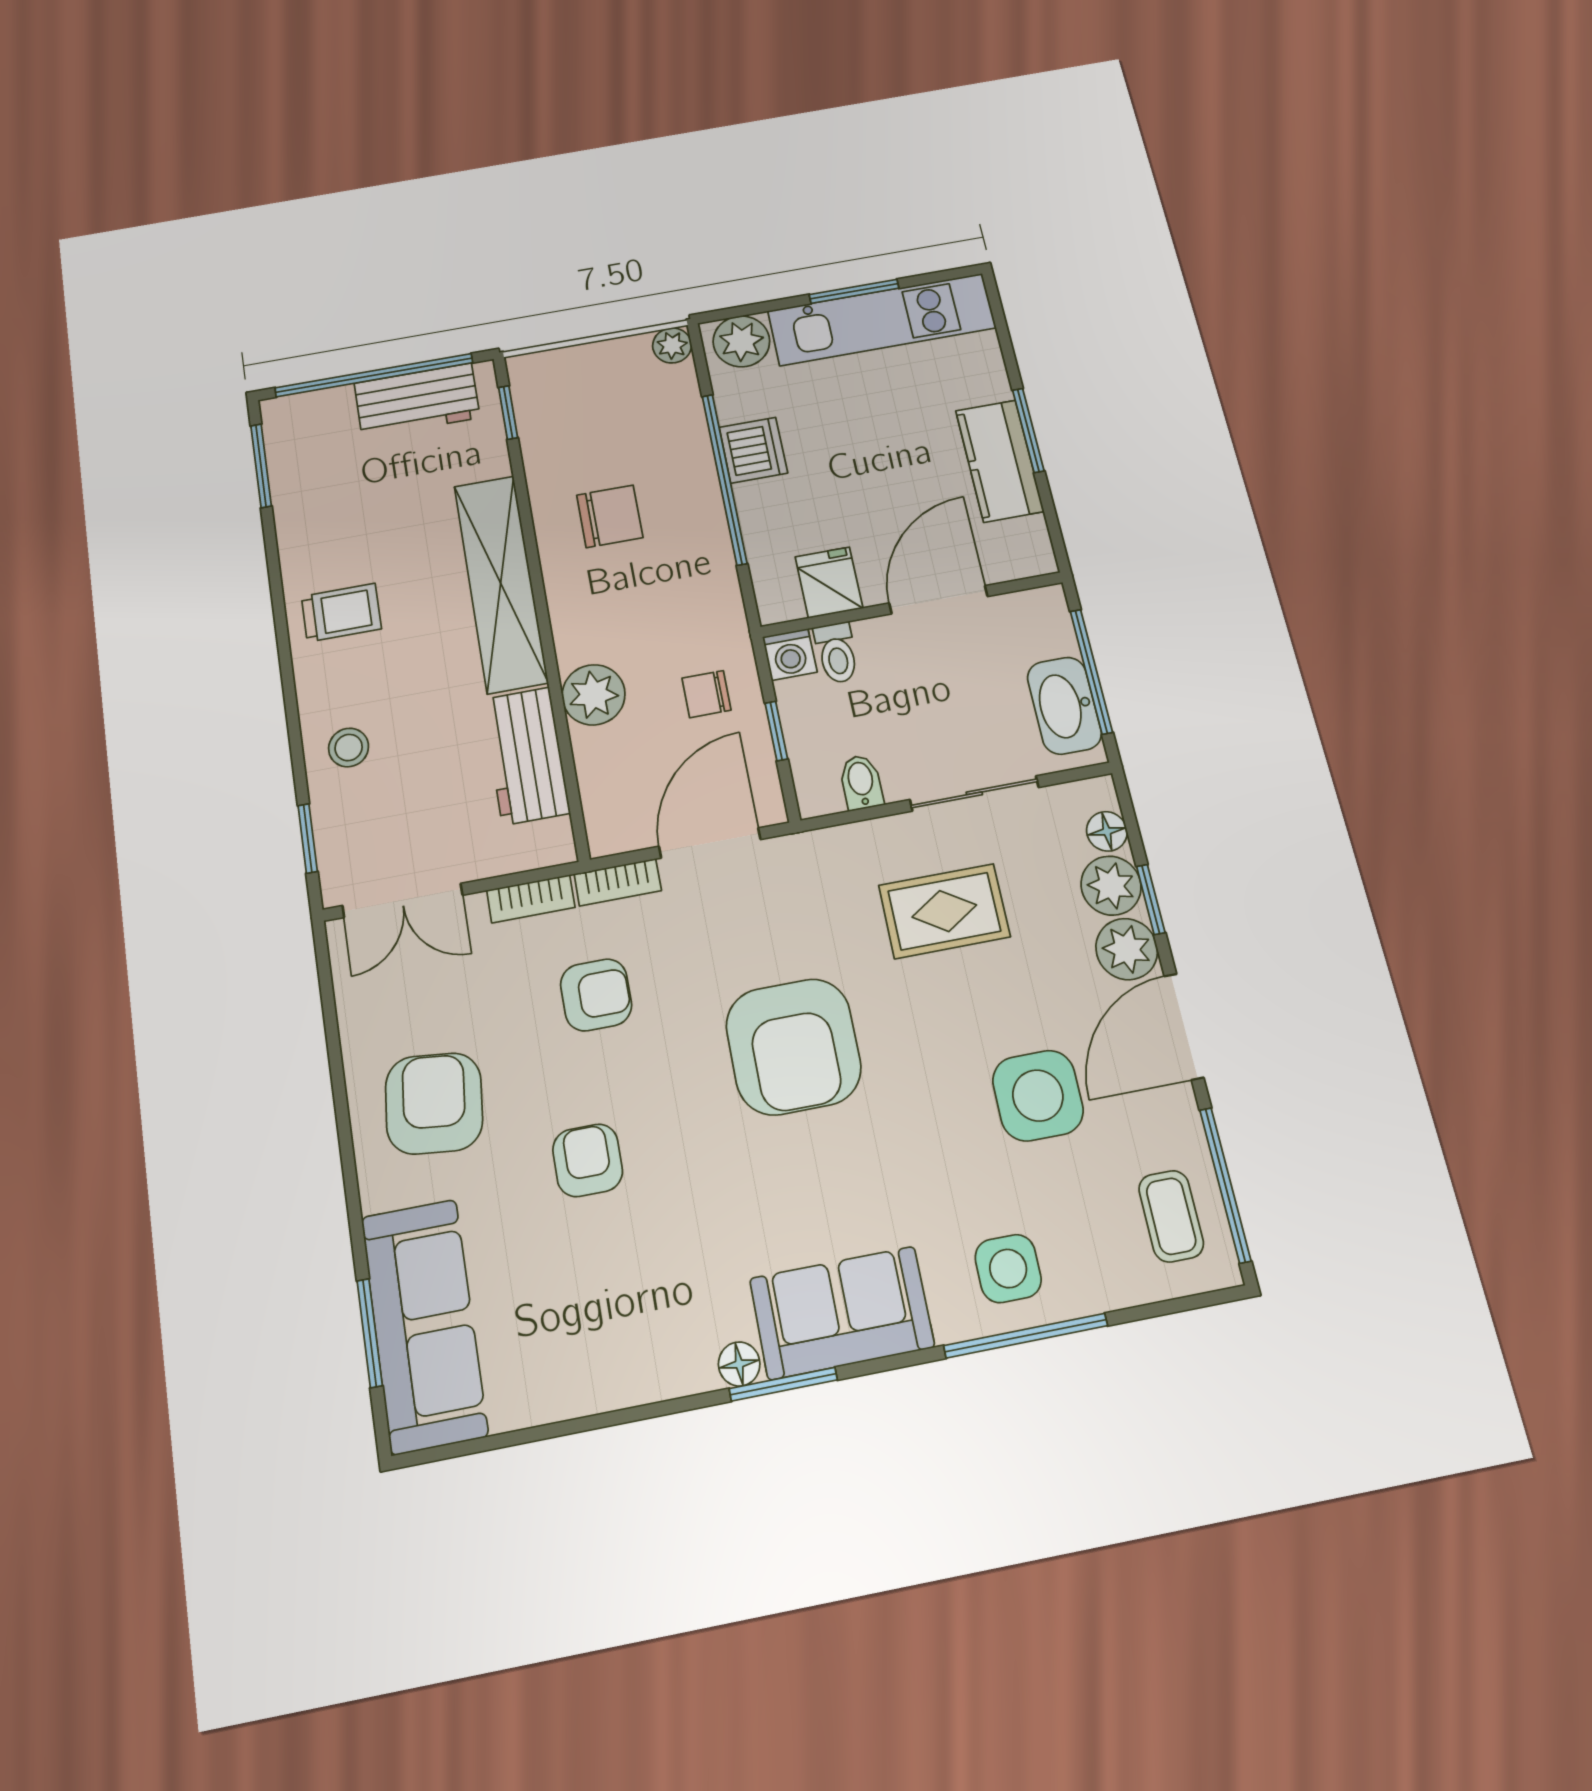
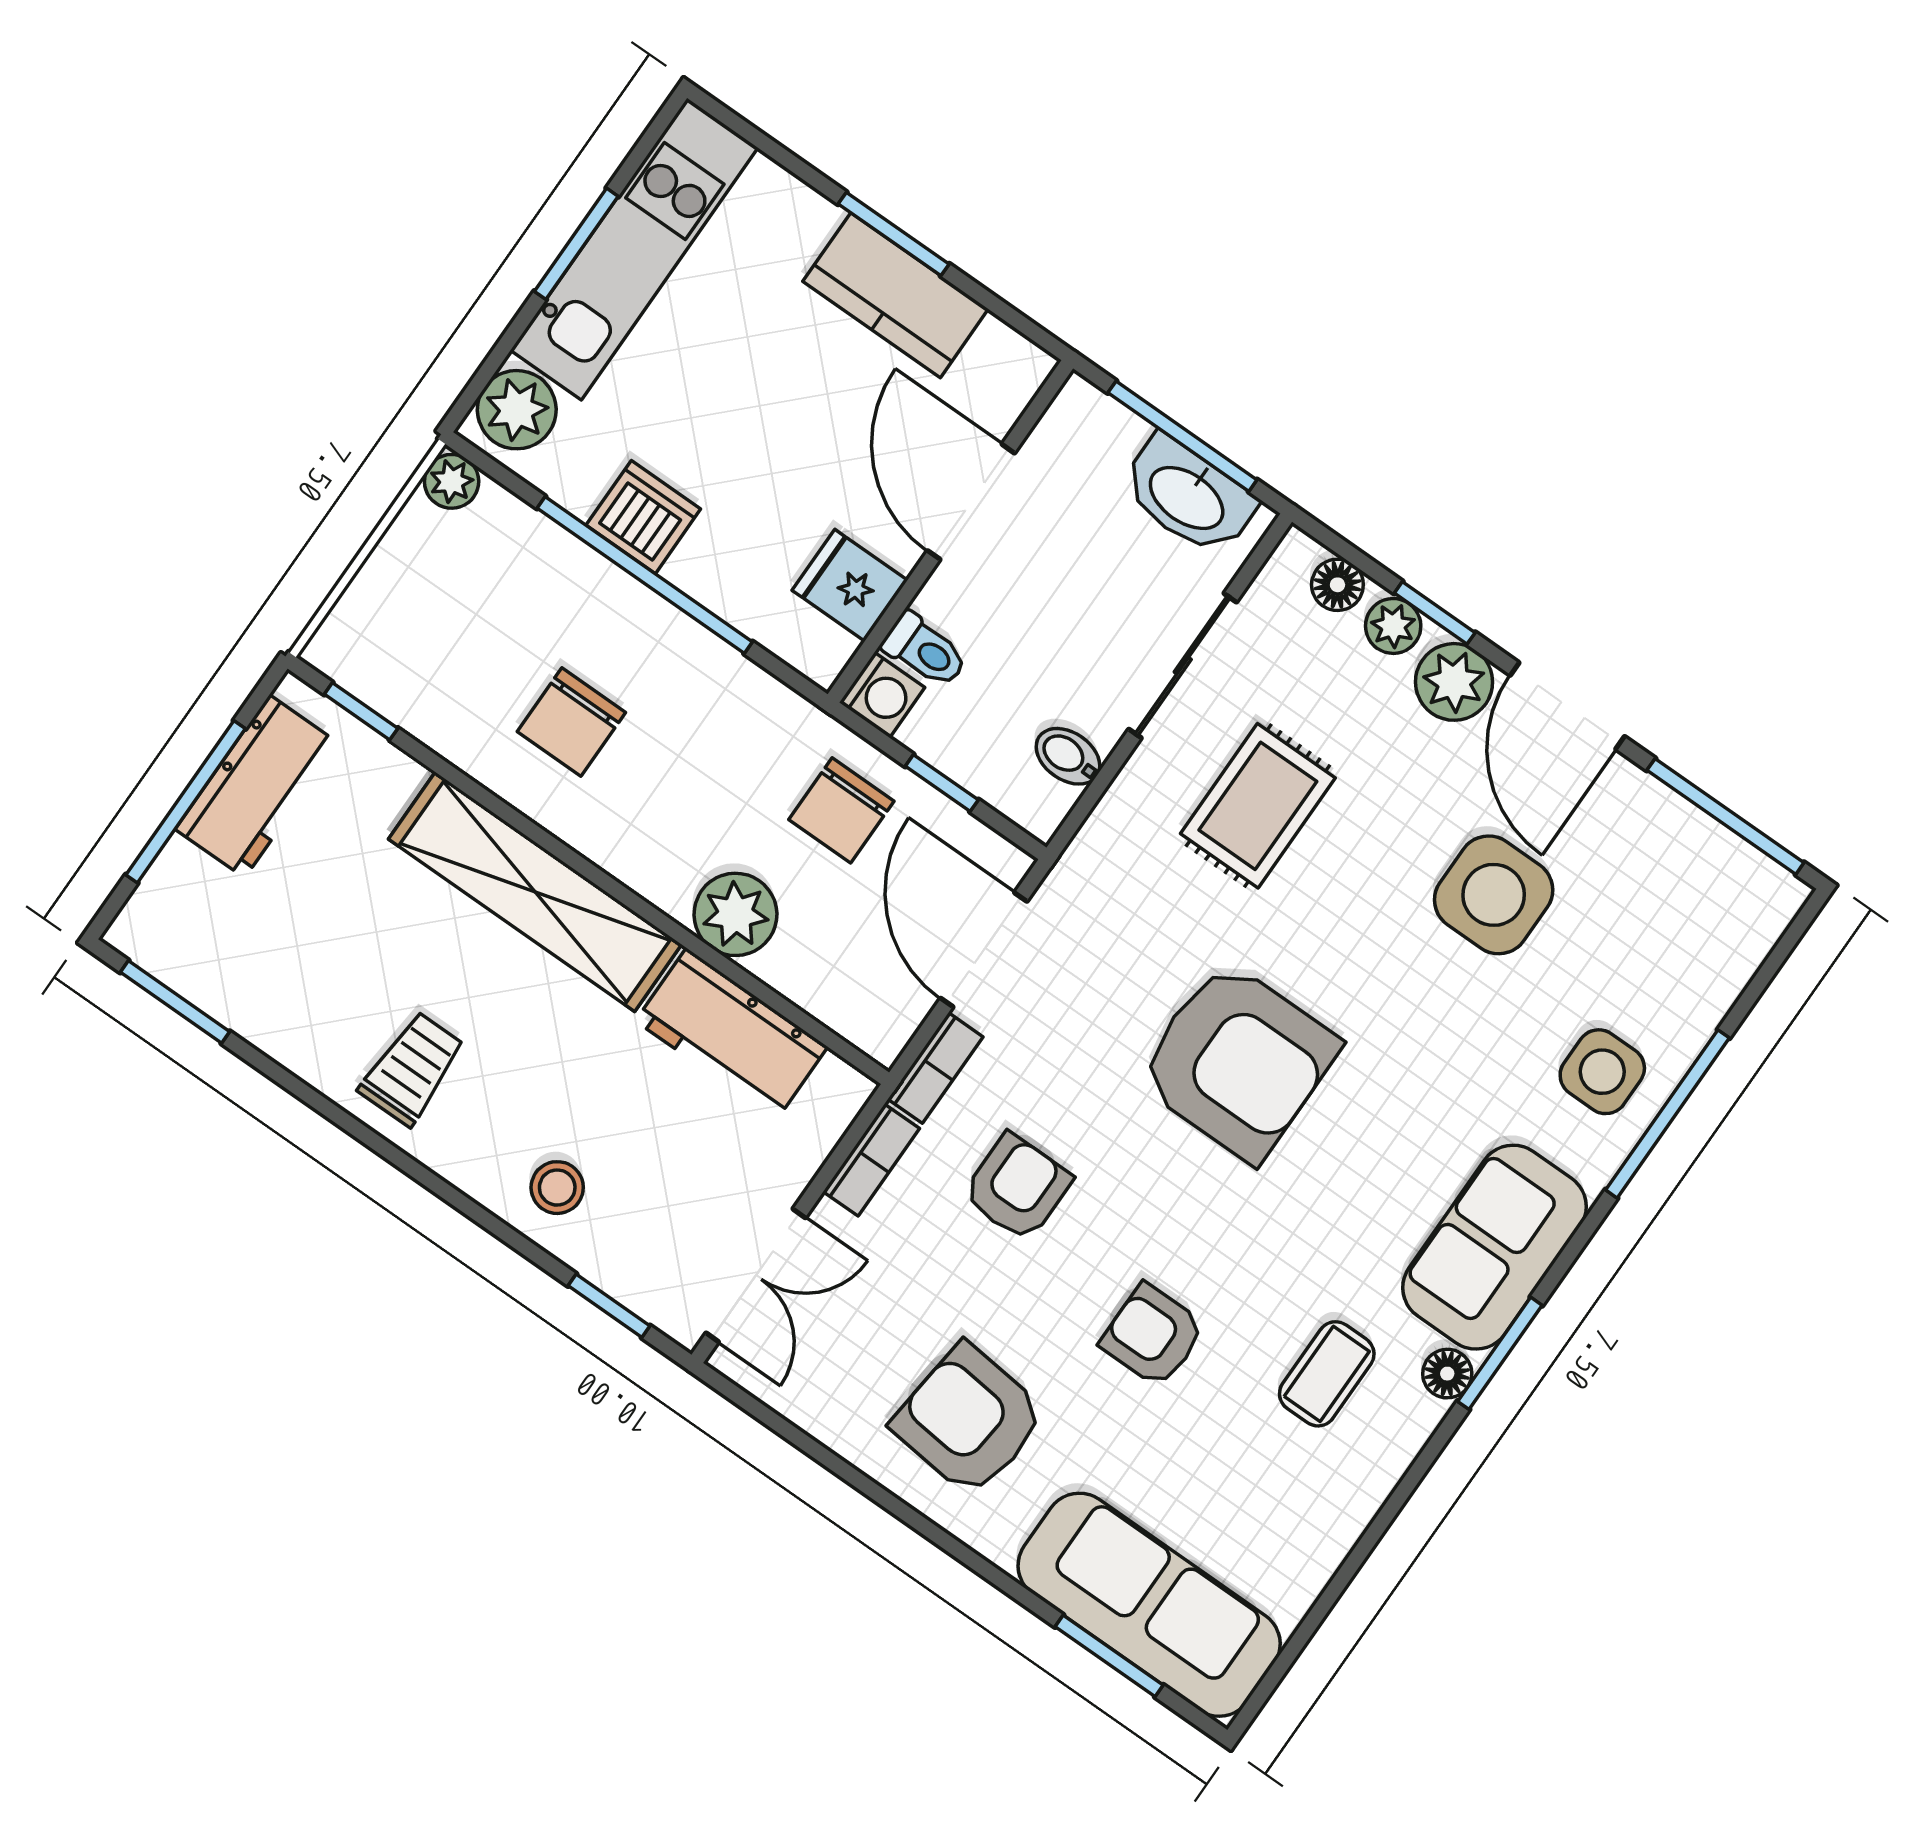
window: (374, 375) -> (186, 802), width x0.68
chair: (610, 516) -> (571, 722), turned 180
chair: (707, 694) -> (841, 810), width x1.37, depth x1.37
plant: (1111, 886) -> (1393, 626), width x0.73, depth x0.73
coffee table: (1171, 1216) -> (1327, 1374), moved, turned 90

